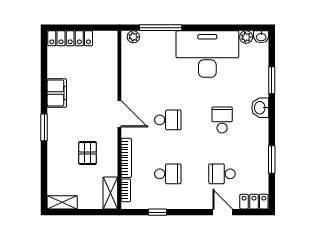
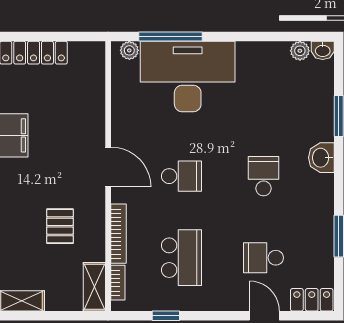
desk: (207, 54) -> (188, 77), moved
school desk: (168, 174) -> (181, 258), width x1.85

